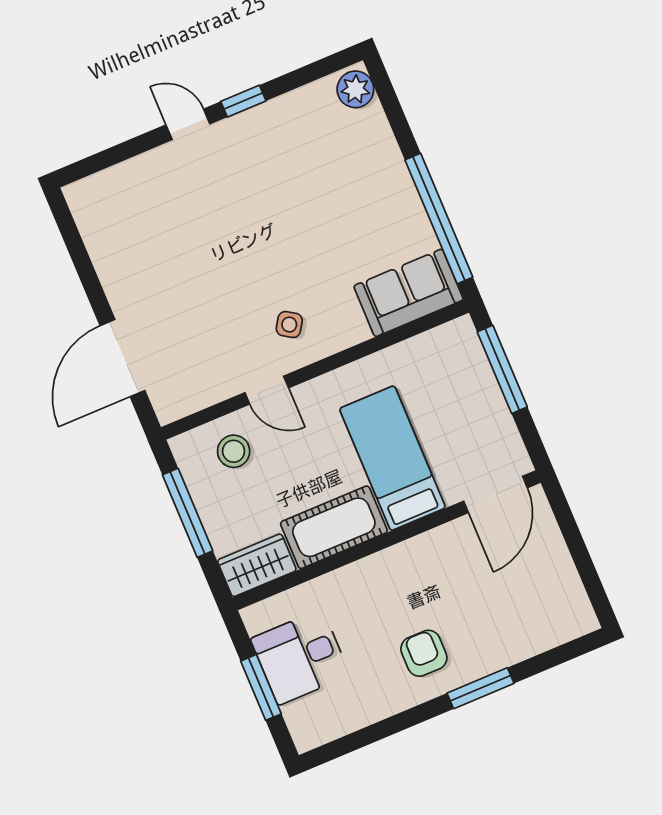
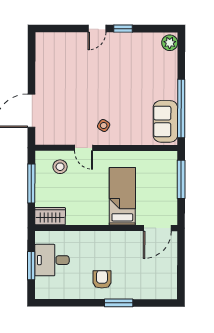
door: (188, 124) -> (97, 29), swing flipped
sofa: (409, 293) -> (165, 121), moved, turned -90
cot: (334, 527) -> (87, 214), removed

